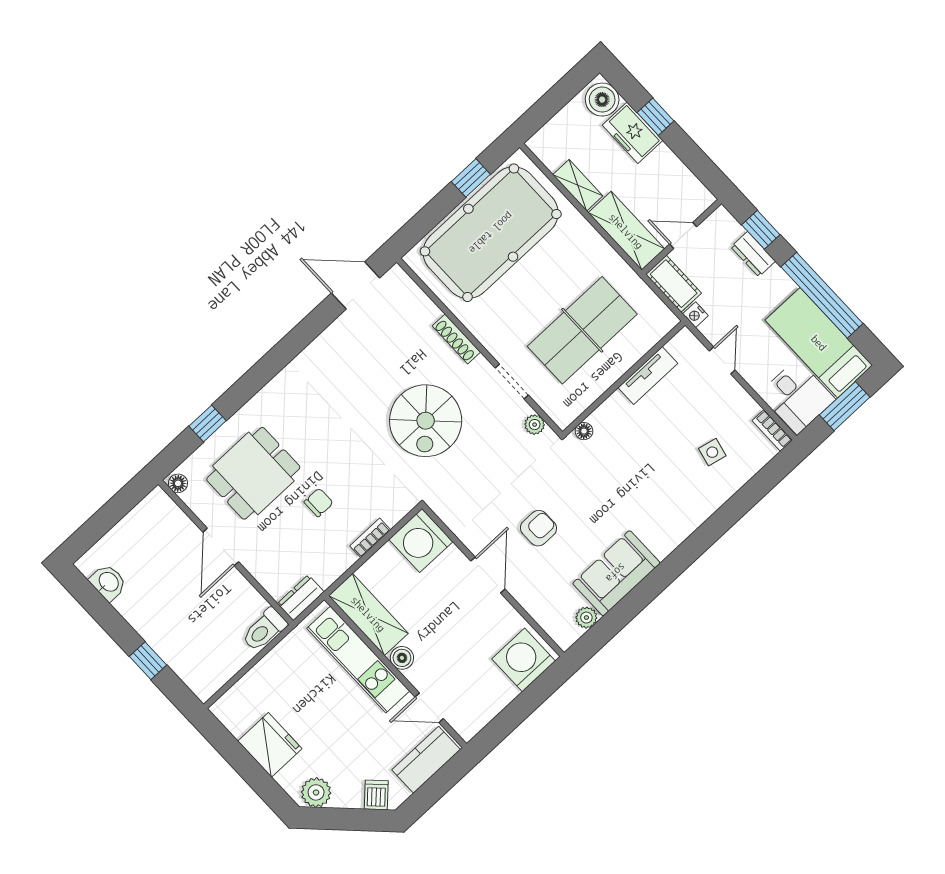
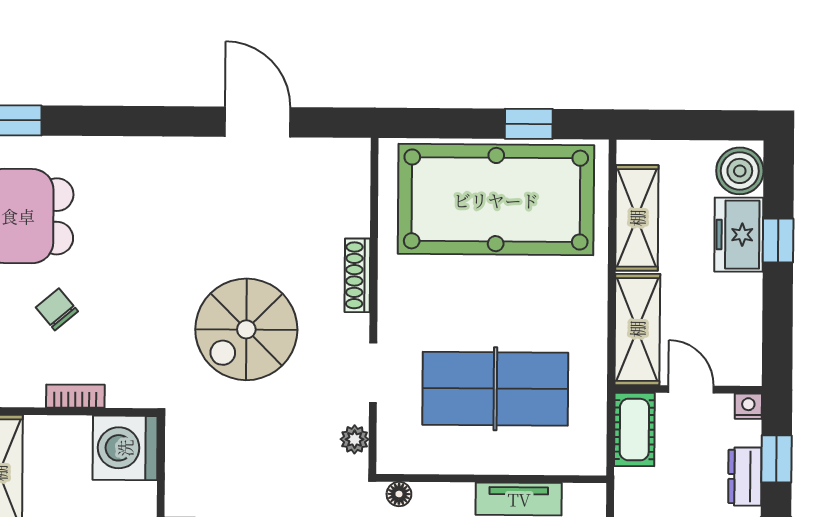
shelving: (578, 185) -> (637, 218), width x1.50, depth x1.33
door: (356, 285) -> (258, 122), moved
nightstand: (695, 315) -> (748, 406), moved, turned 90
chair: (319, 502) -> (57, 309), turned -130

